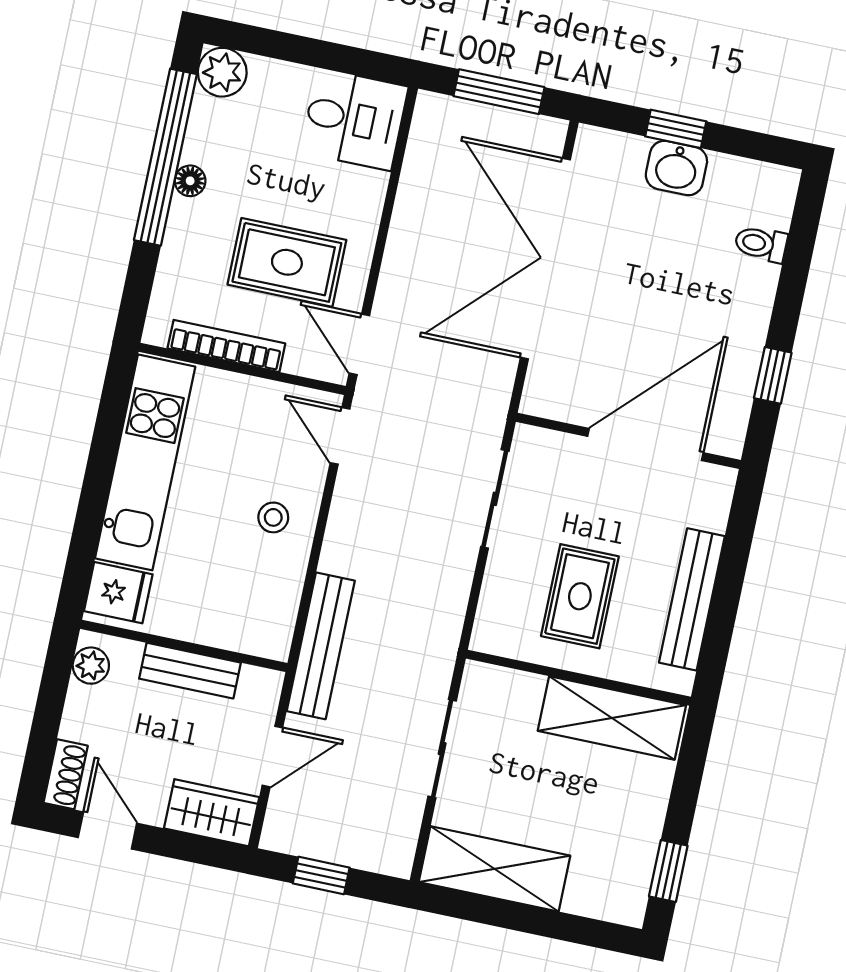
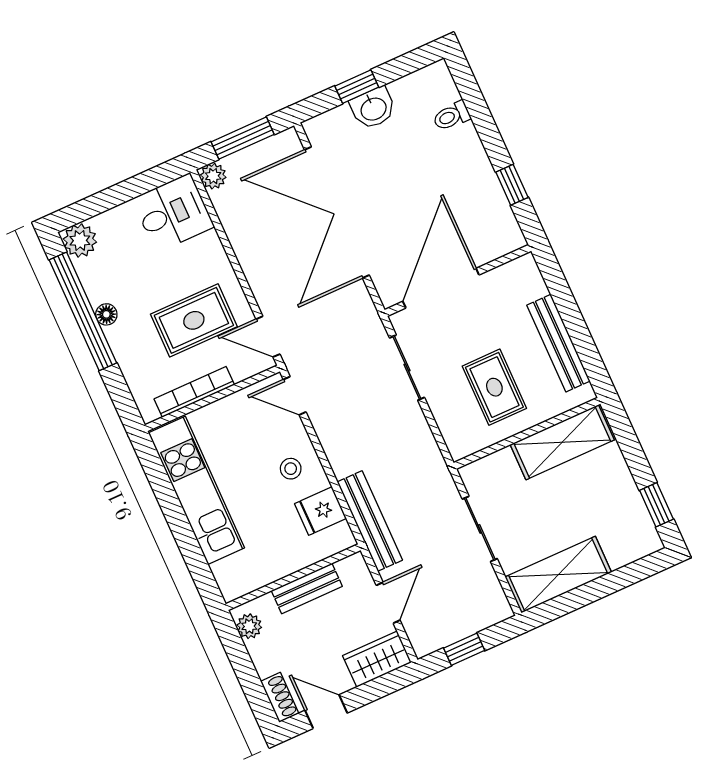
plant: (432, 111) -> (213, 176), added
door: (645, 444) -> (441, 288), moved
fridge: (118, 593) -> (320, 511), moved, turned 180

